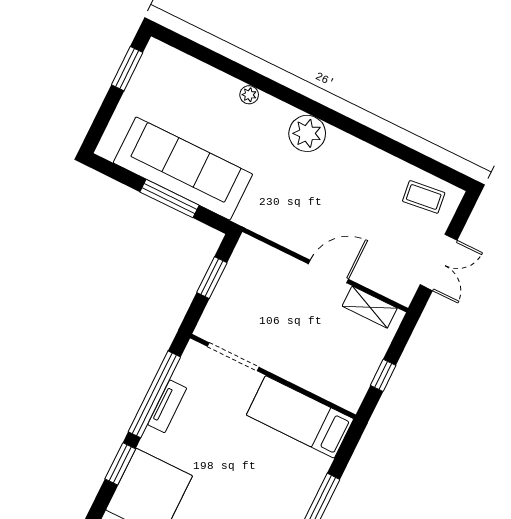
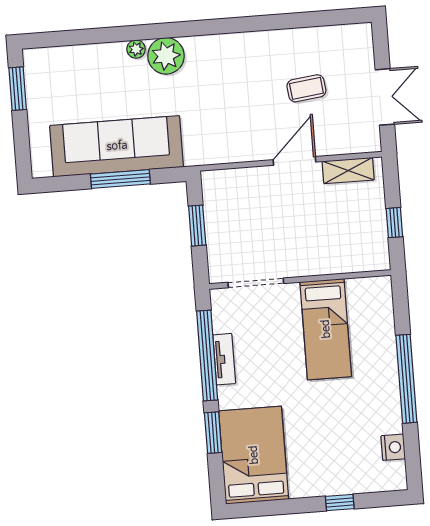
plant: (307, 133) -> (166, 56), moved
coffee table: (424, 197) -> (306, 88), moved
bed: (300, 417) -> (326, 329), moved, turned -90

